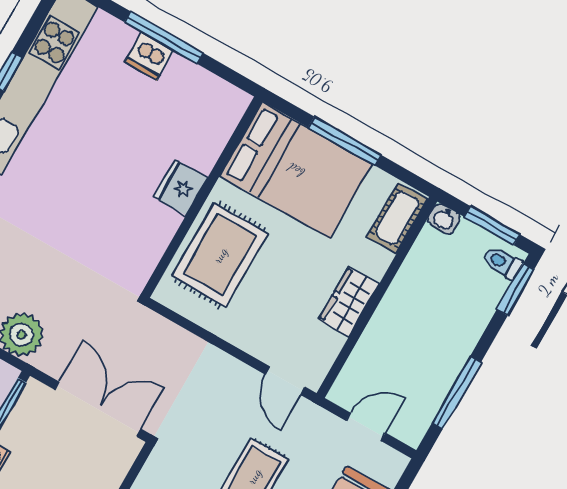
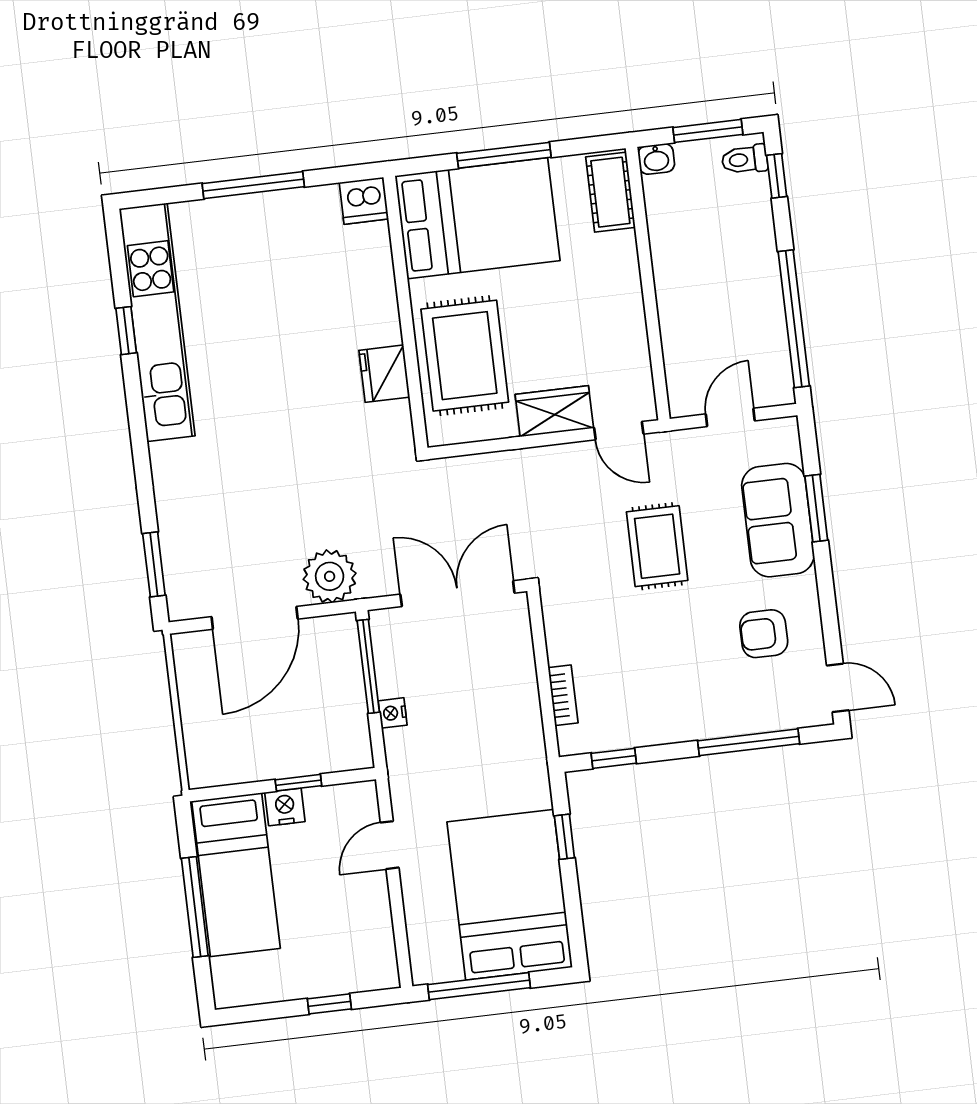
dishwasher: (149, 56) -> (364, 201), moved
fridge: (181, 187) -> (384, 374), moved
window: (516, 289) -> (777, 176), width x0.67
wardrobe: (349, 302) -> (554, 411), moved, turned 90
window: (456, 393) -> (794, 319), width x1.46

